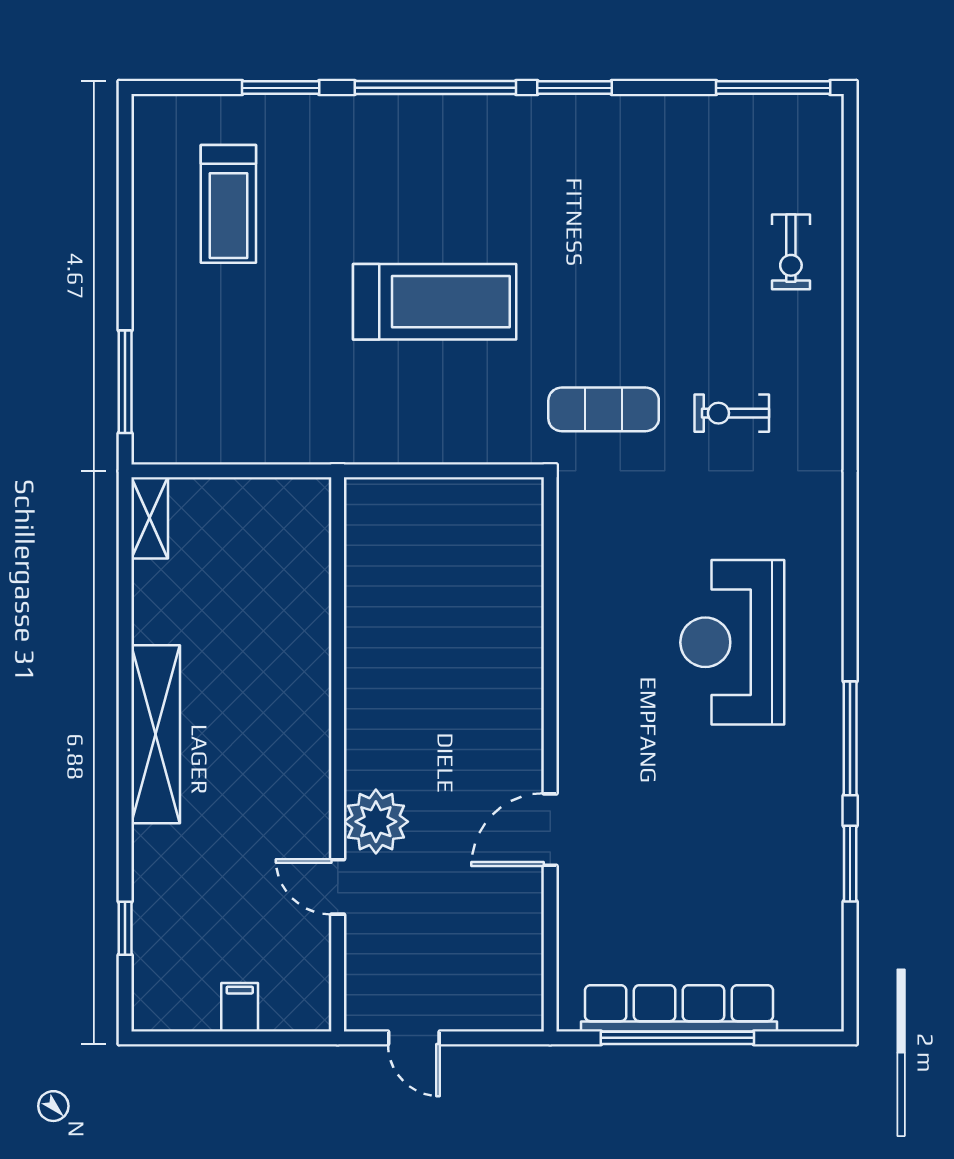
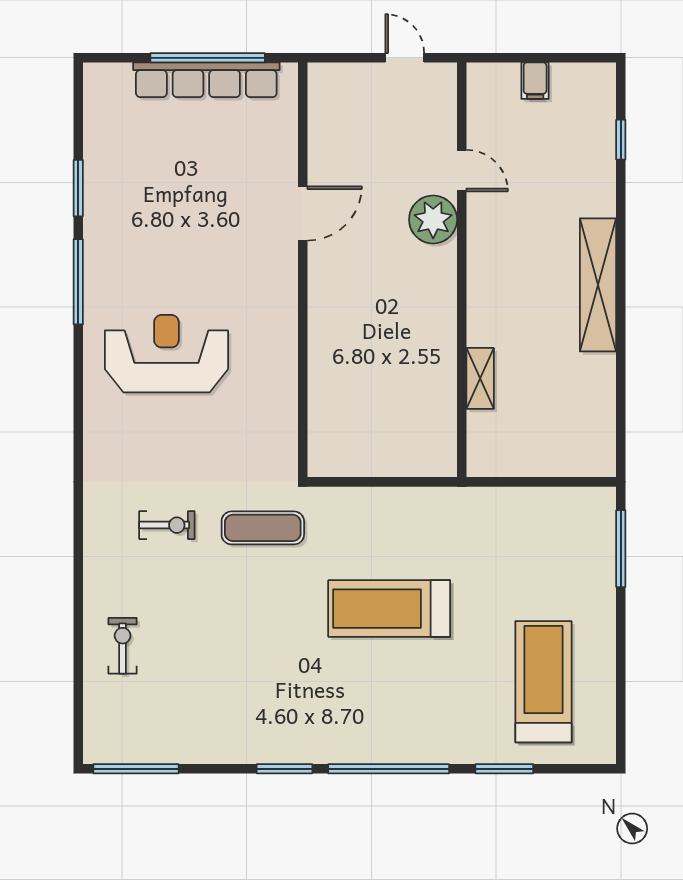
treadmill: (228, 204) -> (543, 682), width x1.37, depth x1.38
shelving: (150, 518) -> (480, 378), moved
reception desk: (732, 642) -> (166, 354), turned -90

